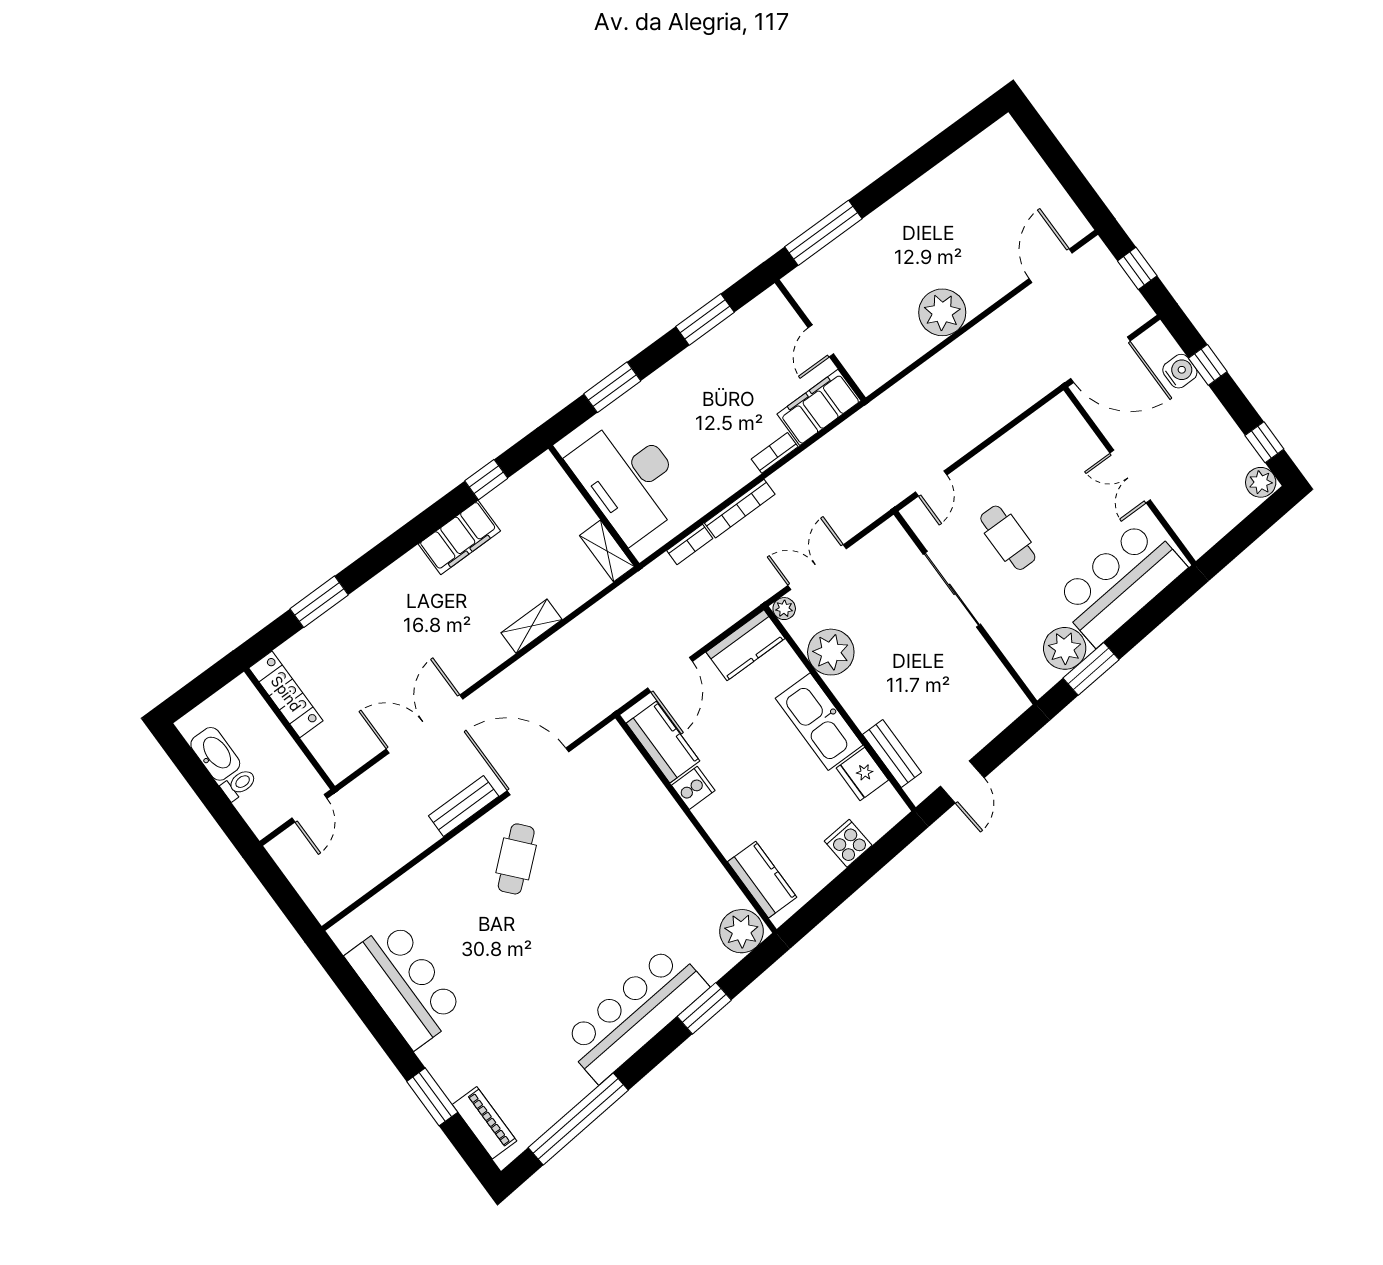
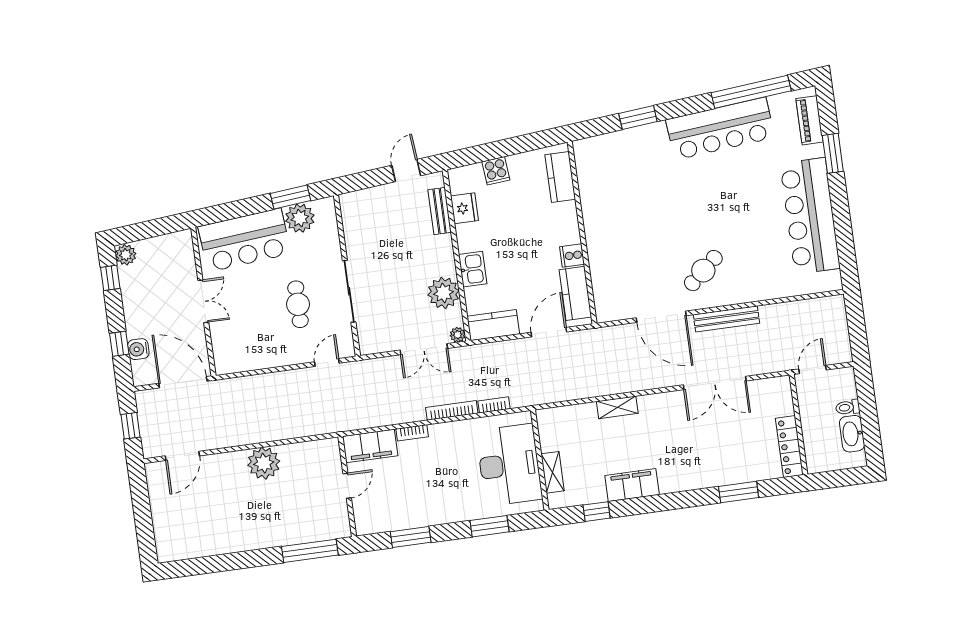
shelving: (607, 551) -> (553, 472), moved
kitchen sink: (819, 722) -> (473, 269), width x0.53, depth x0.81
bench: (464, 806) -> (726, 319), width x1.36
plant: (742, 931) -> (590, 152), removed
bar counter: (405, 984) -> (810, 216), width x1.36
bar counter: (635, 1014) -> (720, 129), moved

